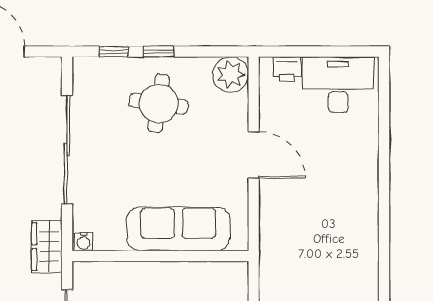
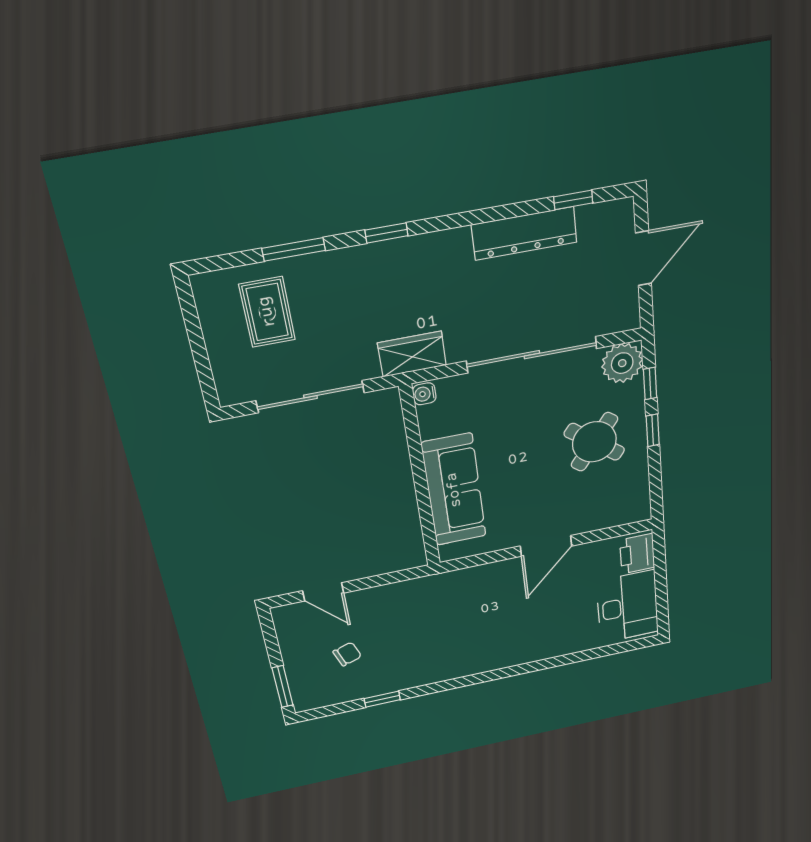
printer: (287, 69) -> (637, 554), width x1.36, depth x1.24
plant: (231, 75) -> (622, 363), moved
round table: (159, 103) -> (594, 442), turned 30

